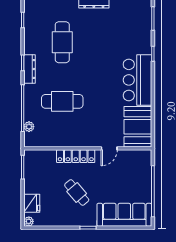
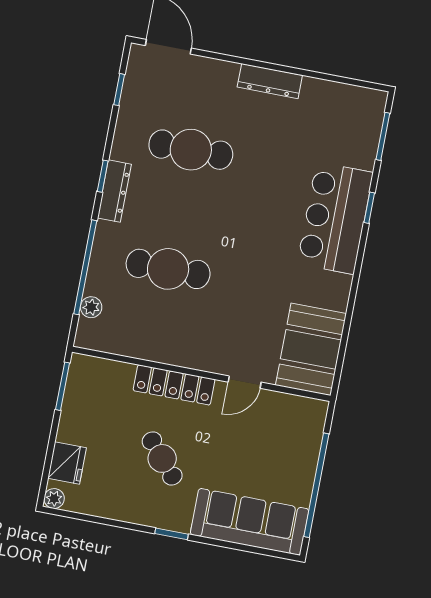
cafe table: (62, 42) -> (191, 150), turned 90
bar counter: (138, 80) -> (335, 218), moved

